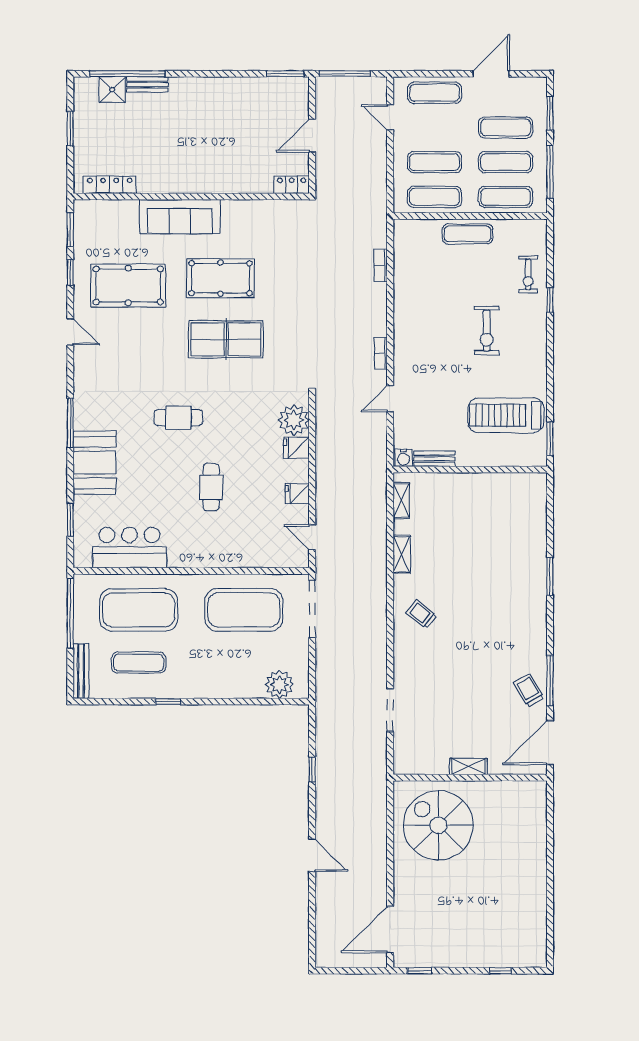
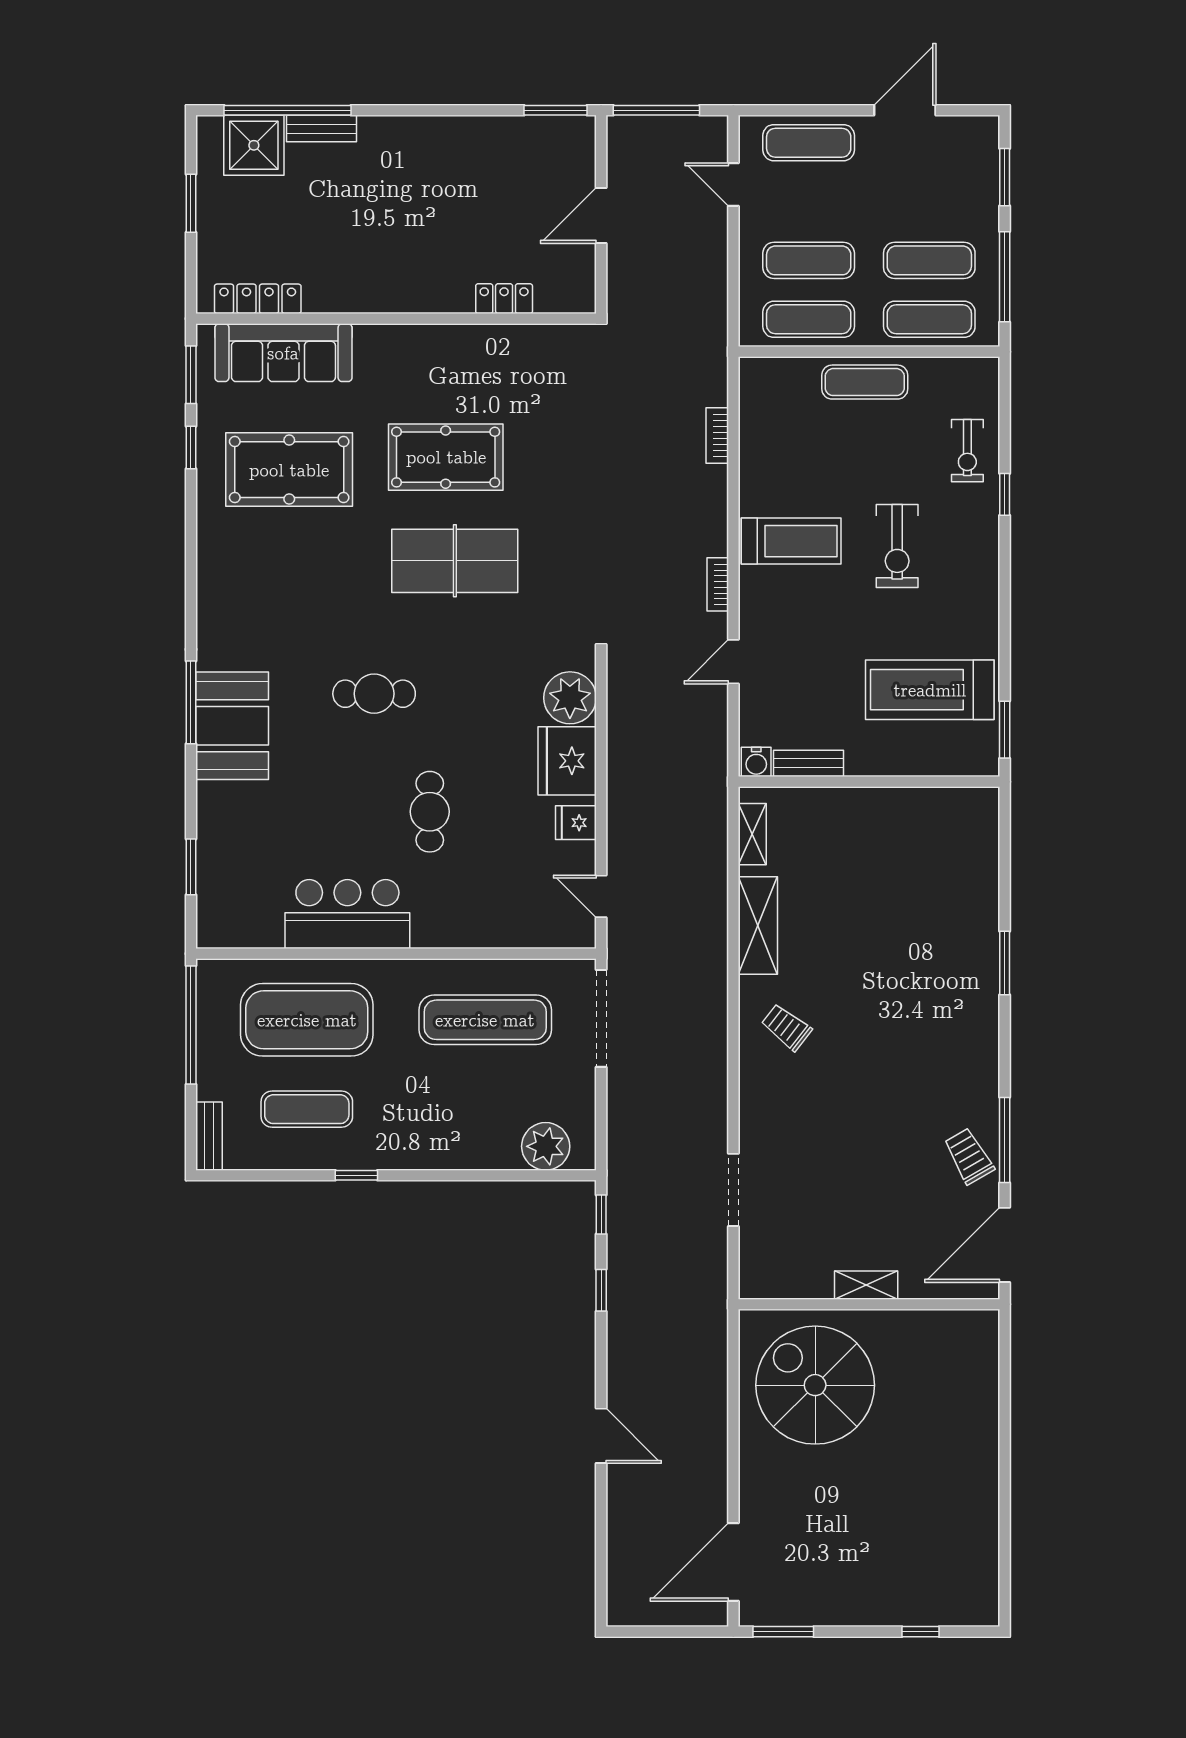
shower: (112, 90) -> (254, 145), width x1.36, depth x1.36
exercise mat: (506, 128) -> (929, 202), removed
locker: (292, 185) -> (504, 299), moved
sofa: (180, 217) -> (283, 353), moved
treadmill: (424, 328) -> (791, 541), added
door: (70, 332) -> (191, 548), removed
fridge: (296, 448) -> (567, 761), width x1.88, depth x1.34
booth: (95, 463) -> (232, 726), moved
bar counter: (129, 548) -> (347, 914), moved
shelving: (402, 554) -> (758, 926), width x1.50, depth x1.33
exercise mat: (244, 610) -> (485, 1020), width x0.68
bench: (81, 671) -> (209, 1136), width x0.73
window: (312, 725) -> (601, 1214), added
window: (419, 971) -> (783, 1632), width x1.50

